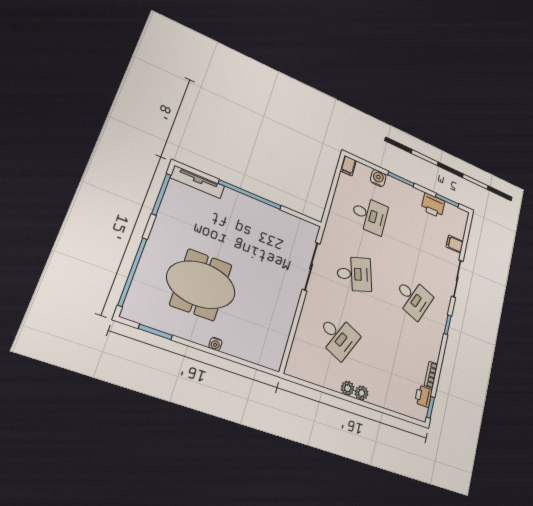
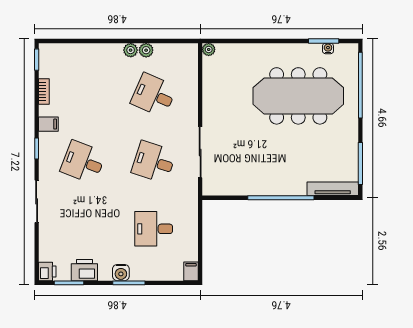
water cooler: (378, 178) -> (121, 273), moved
filing cabinet: (455, 244) -> (48, 124), moved
desk: (354, 274) -> (154, 162), turned 36
meeting table: (201, 285) -> (298, 96), width x1.36
water cooler: (215, 344) -> (328, 48), moved
plant: (275, 364) -> (209, 49), added
plant: (362, 393) -> (146, 50), moved
printer: (423, 396) -> (47, 271), moved

